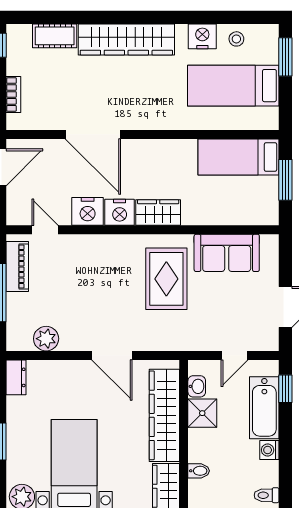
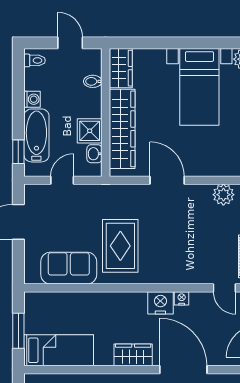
nightstand: (88, 211) -> (182, 298), width x0.53, depth x0.56
wardrobe: (158, 213) -> (133, 355), moved, turned 180

